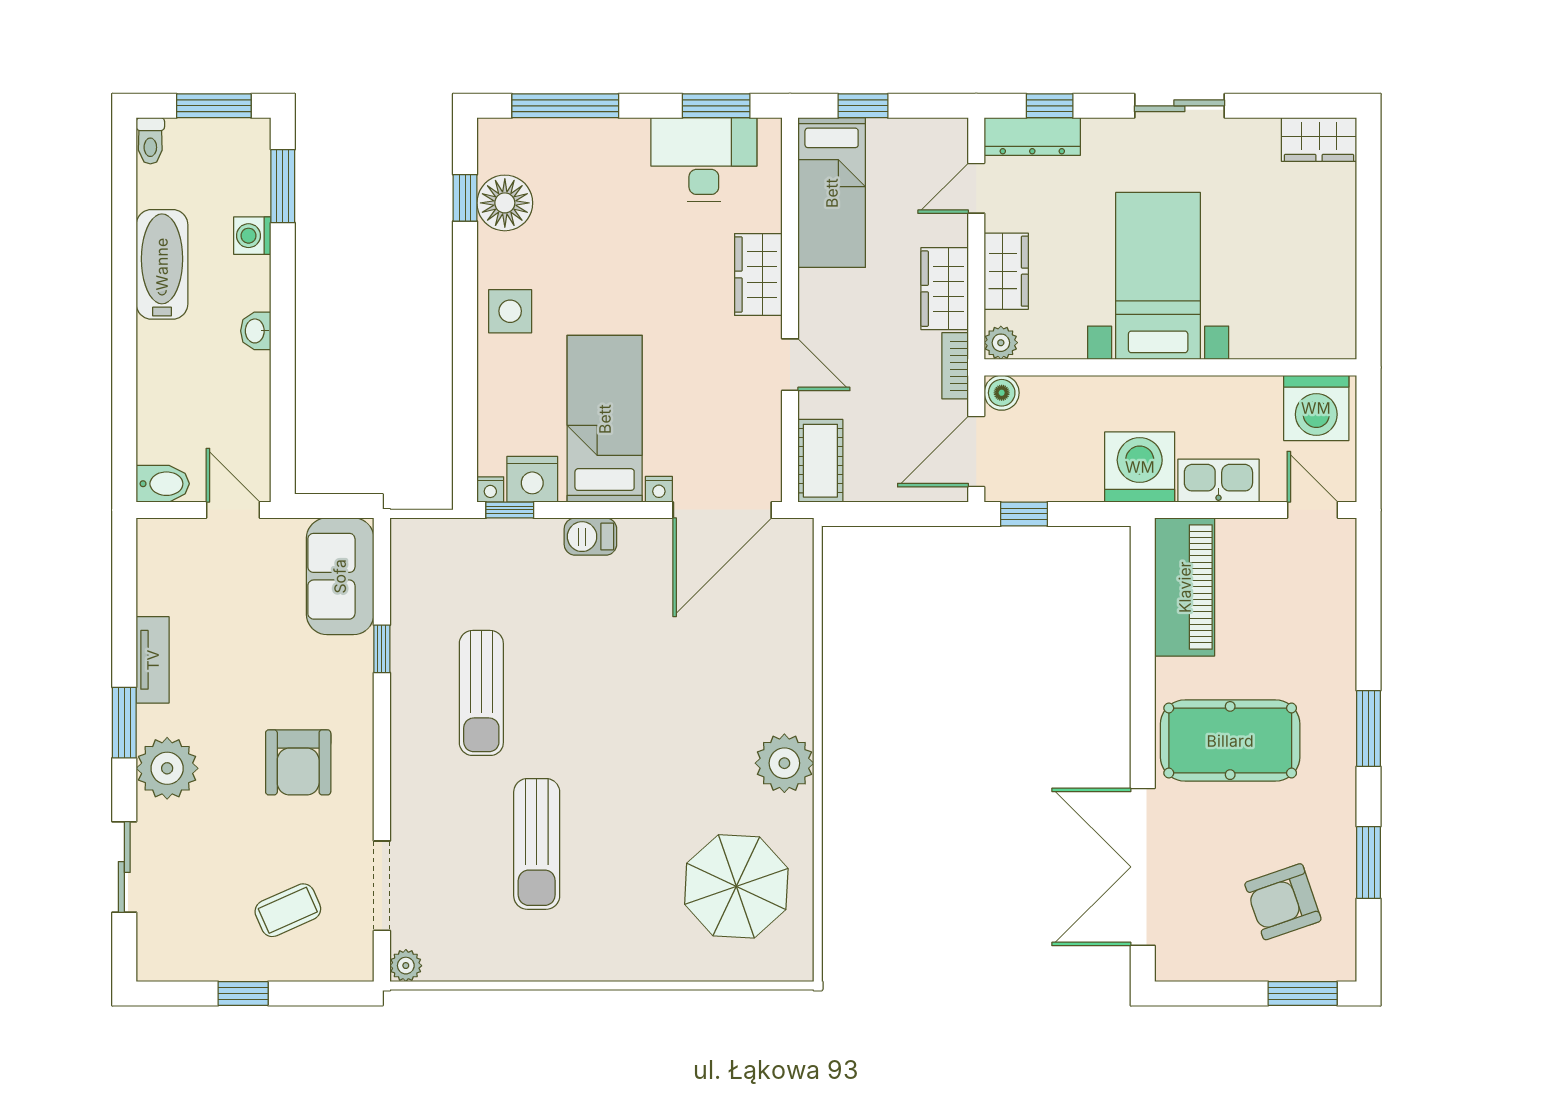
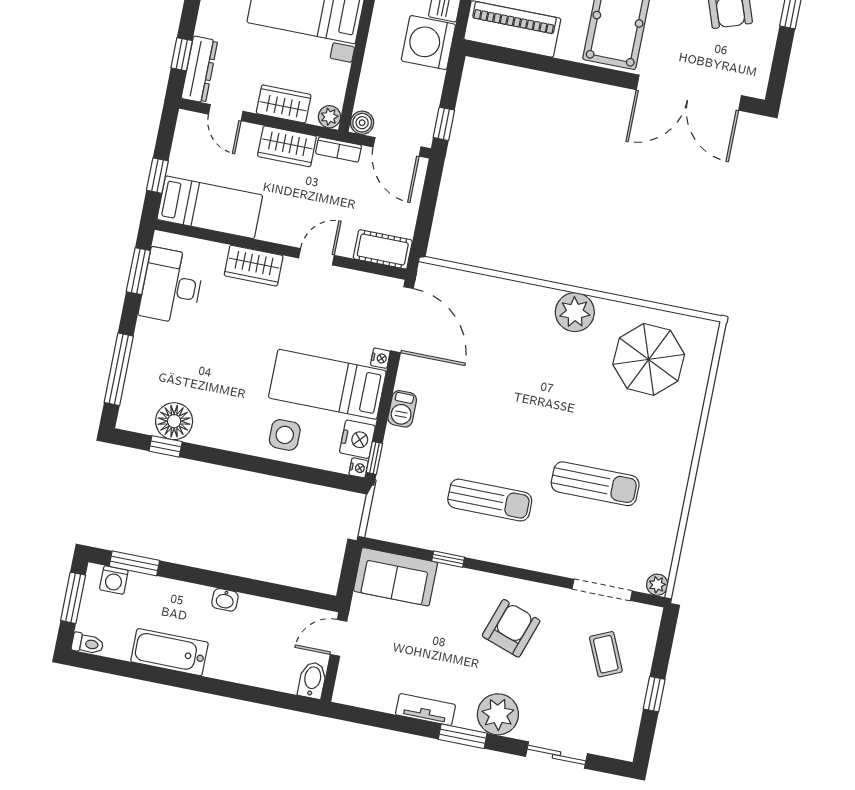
washing machine: (252, 236) -> (114, 580), moved
side table: (510, 311) -> (285, 435), moved
armchair: (298, 762) -> (511, 628), turned -71

